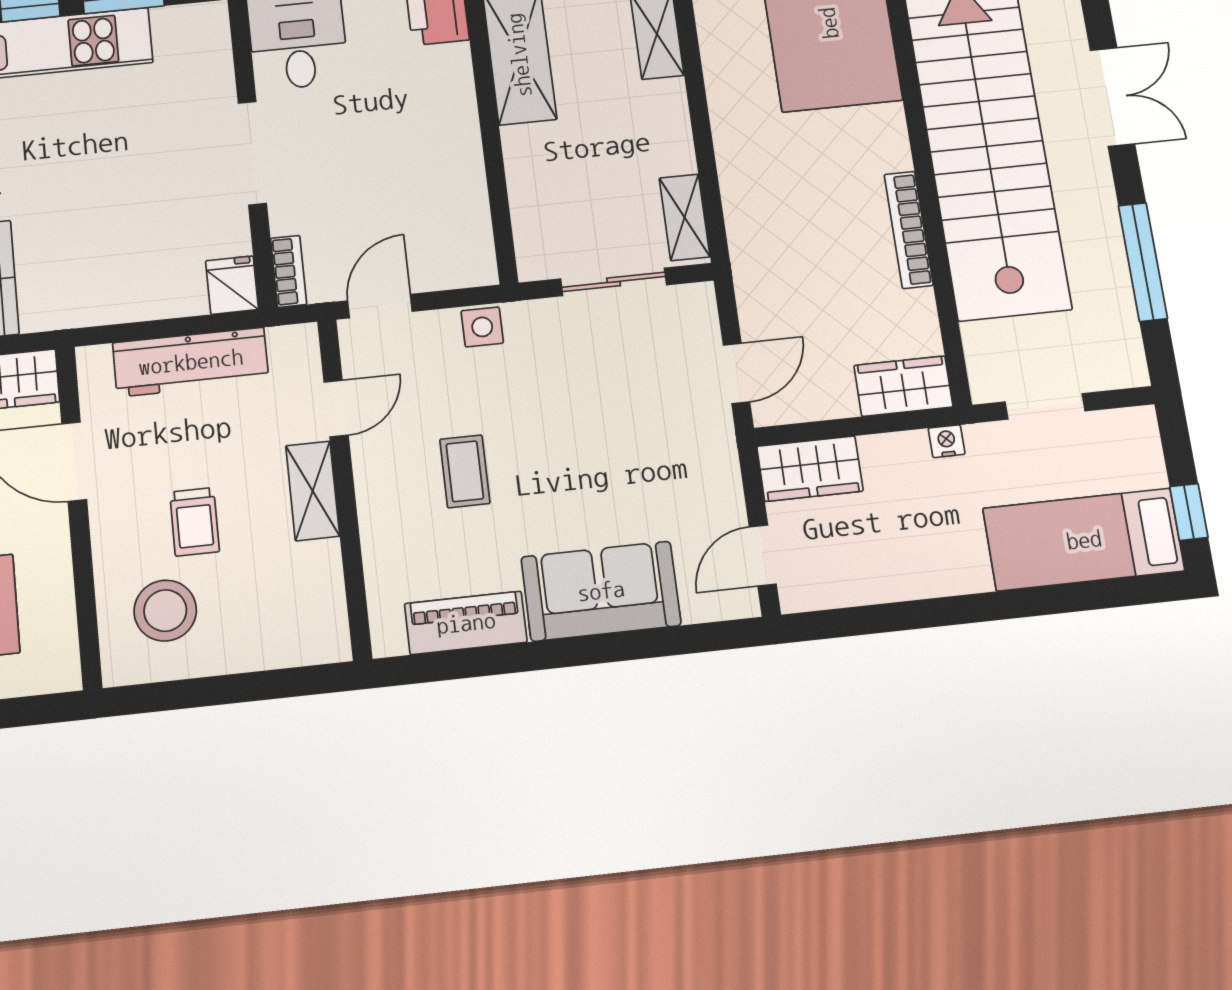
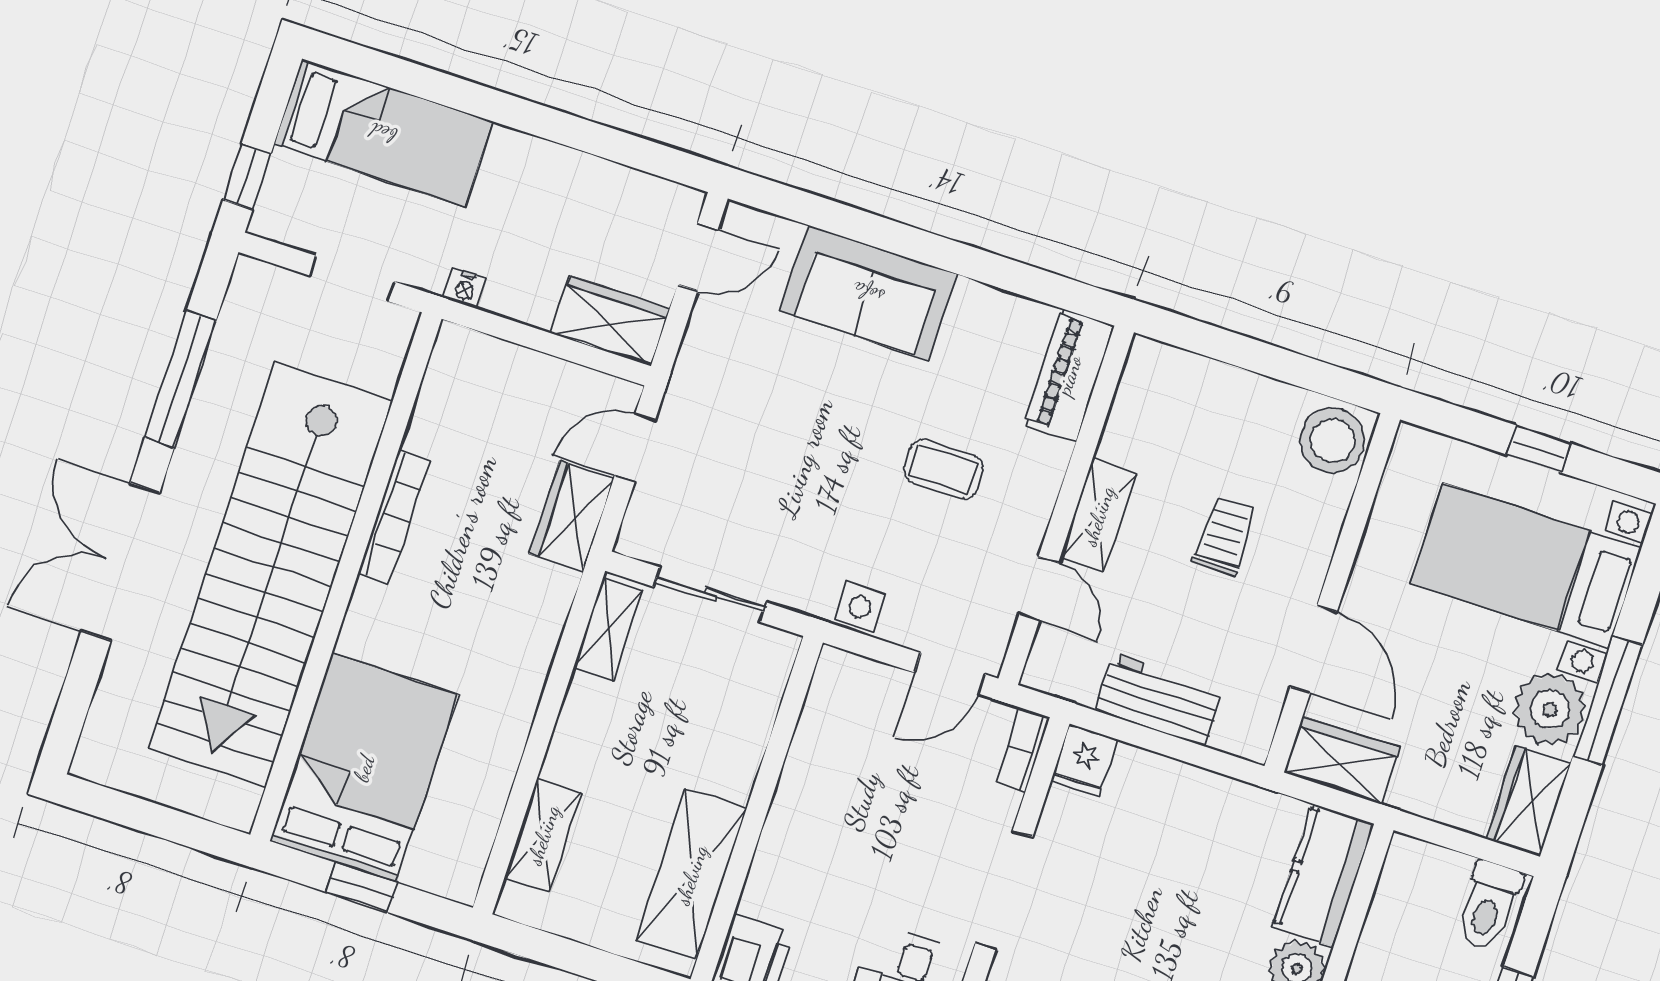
double door: (1112, 97) -> (120, 562), width x1.37
workbench: (191, 362) -> (1159, 699), width x0.73
wardrobe: (903, 386) -> (572, 516), moved, turned 90
door: (336, 409) -> (1039, 588), swing flipped
coffee table: (465, 471) -> (944, 469), turned 90
window: (1189, 512) -> (247, 177), moved
stool: (165, 611) -> (1333, 441), moved
piano: (466, 623) -> (1069, 375), moved, turned 90

